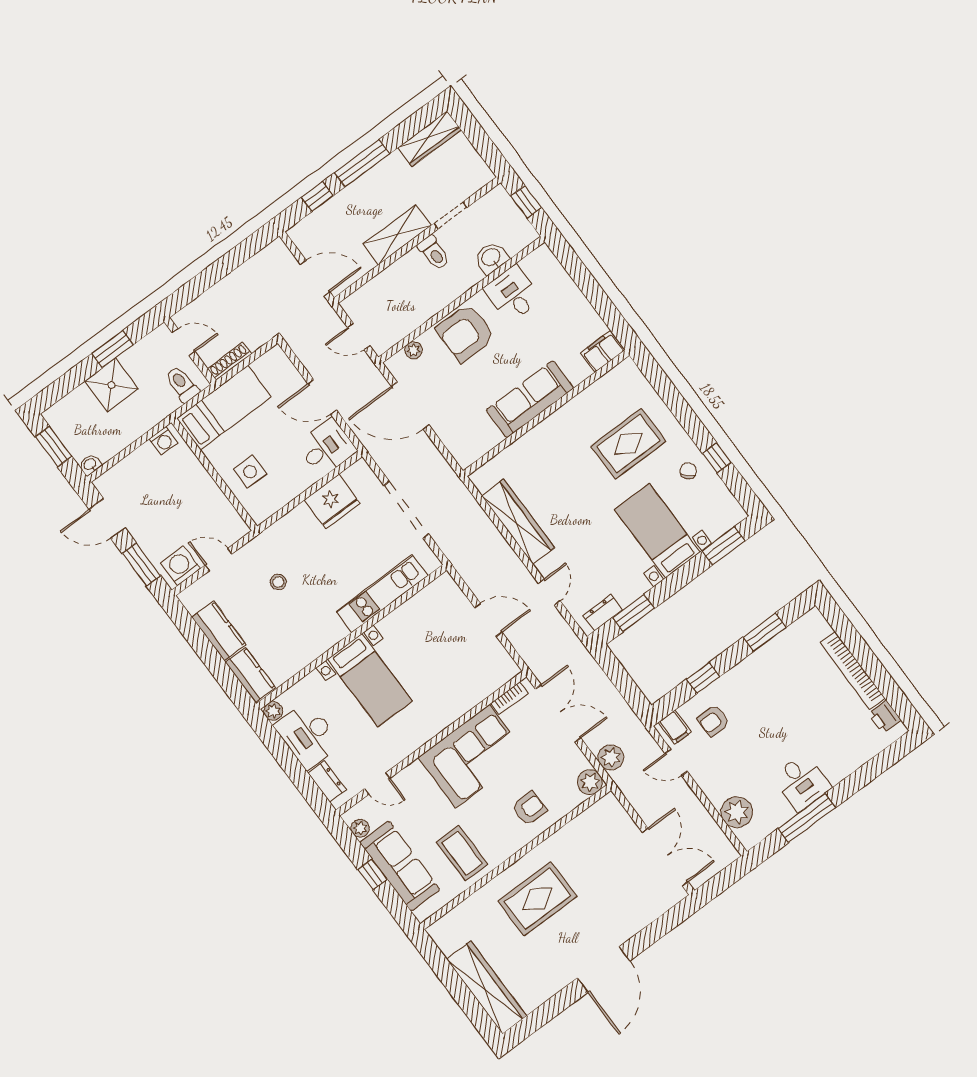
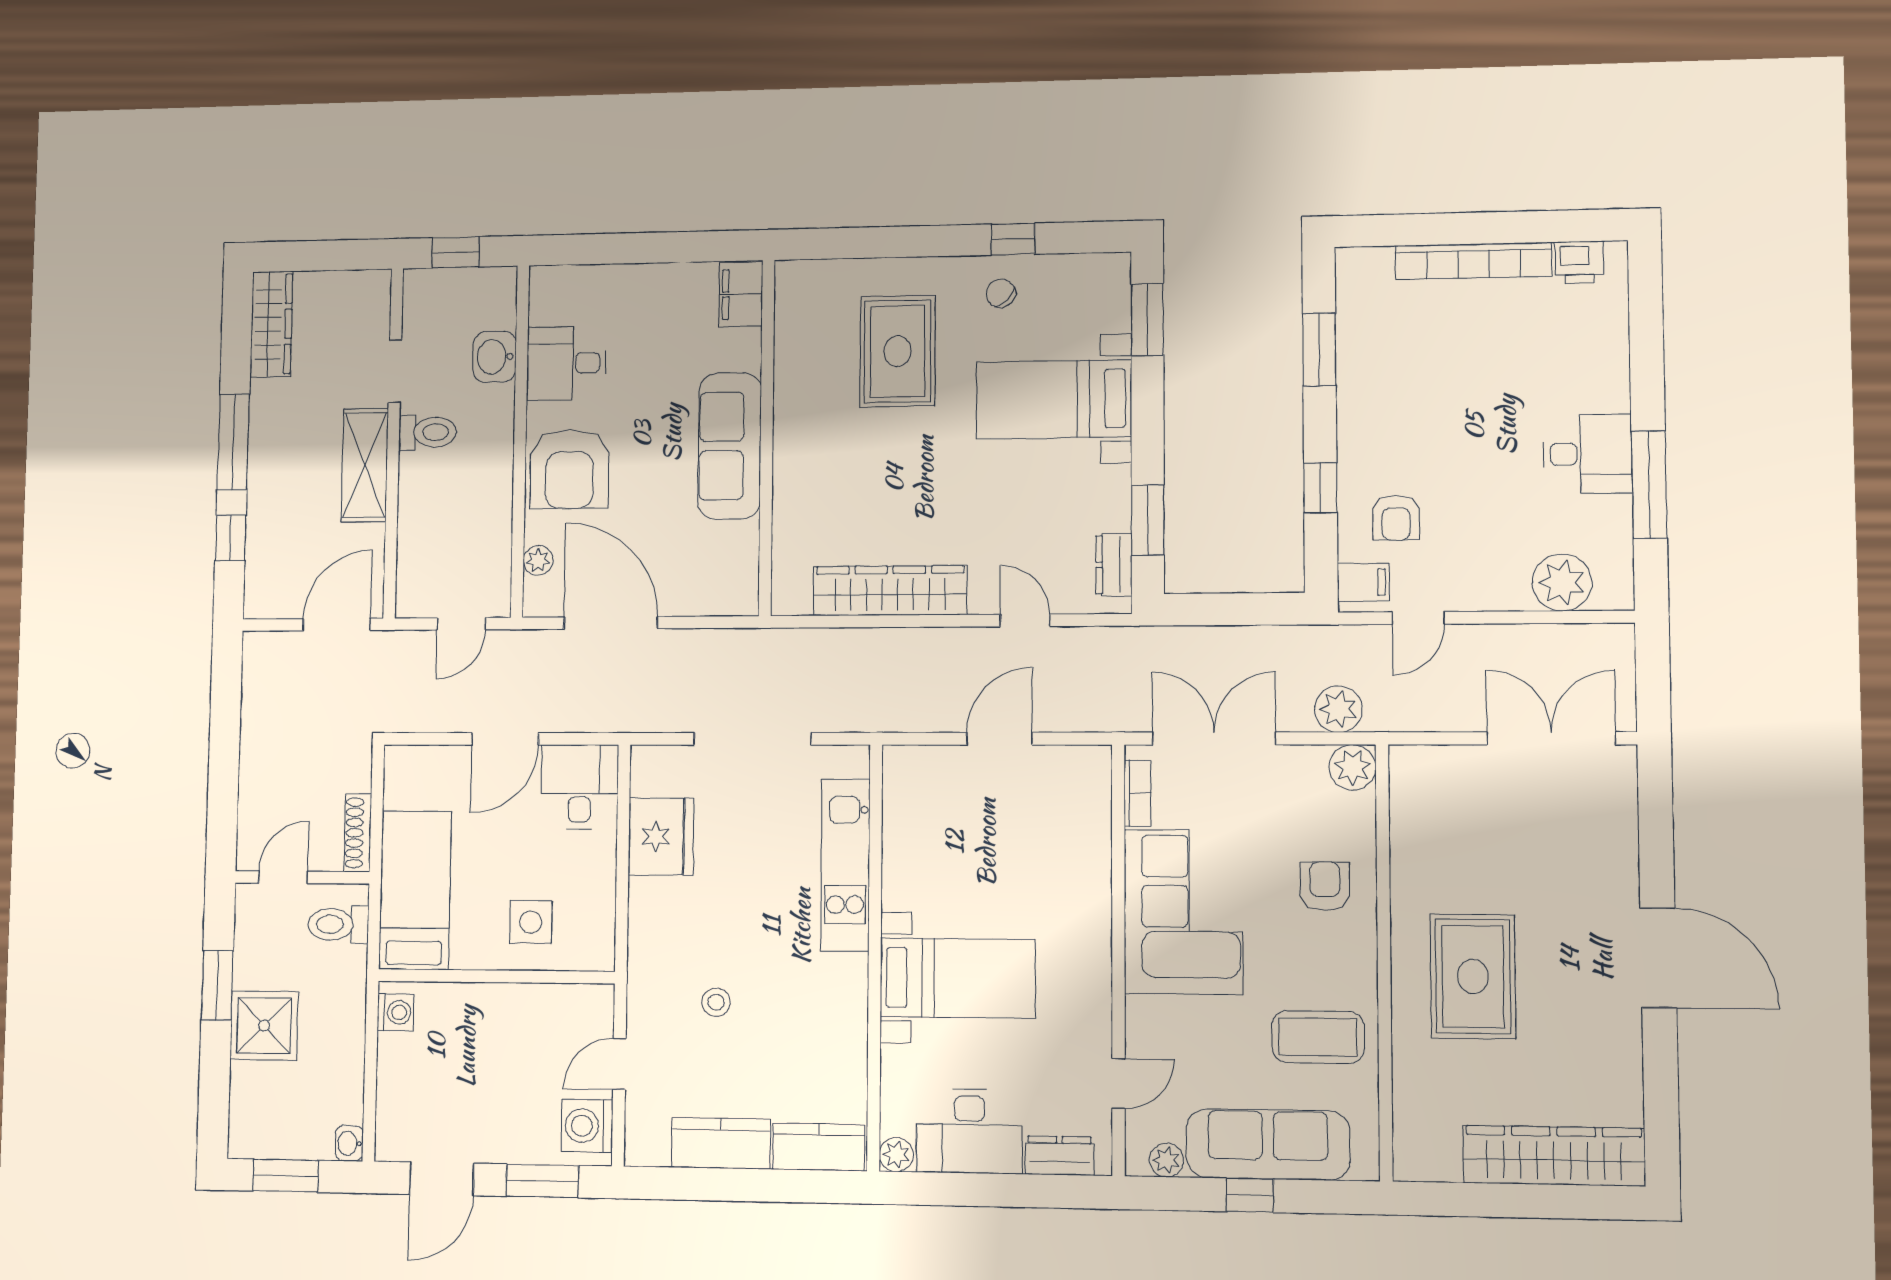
door: (410, 406) -> (611, 623), swing flipped

